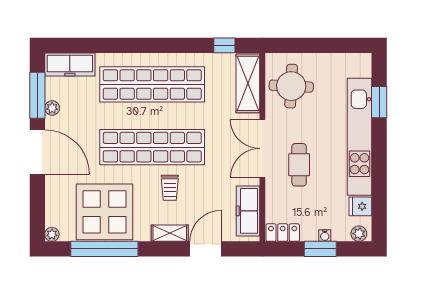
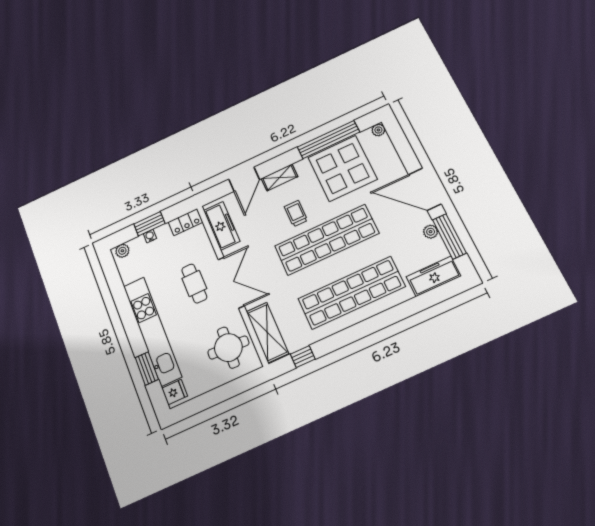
fridge: (360, 206) -> (175, 392), moved

